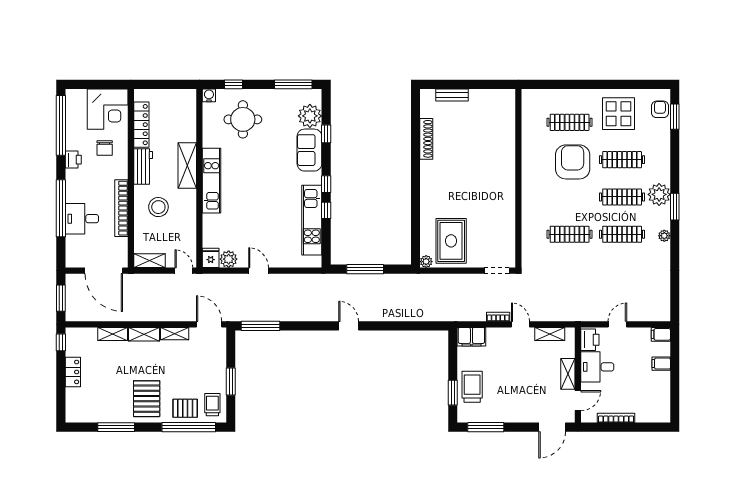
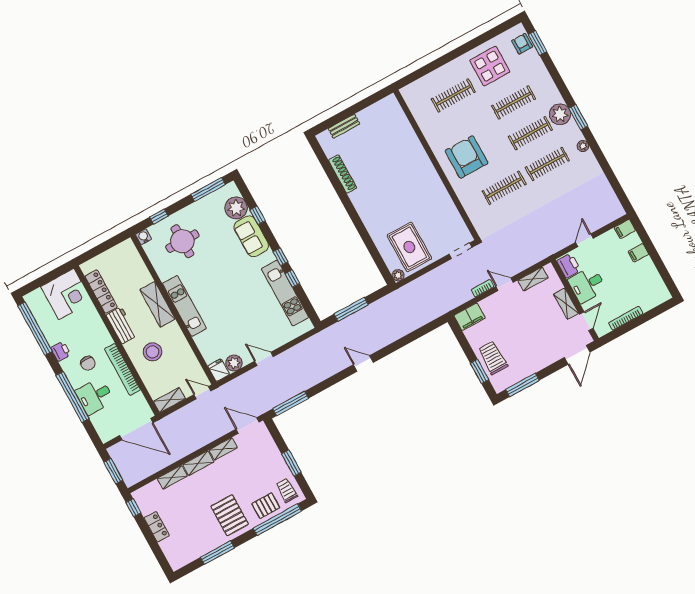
chair: (105, 148) -> (88, 363), moved
armchair: (573, 162) -> (467, 157), moved

